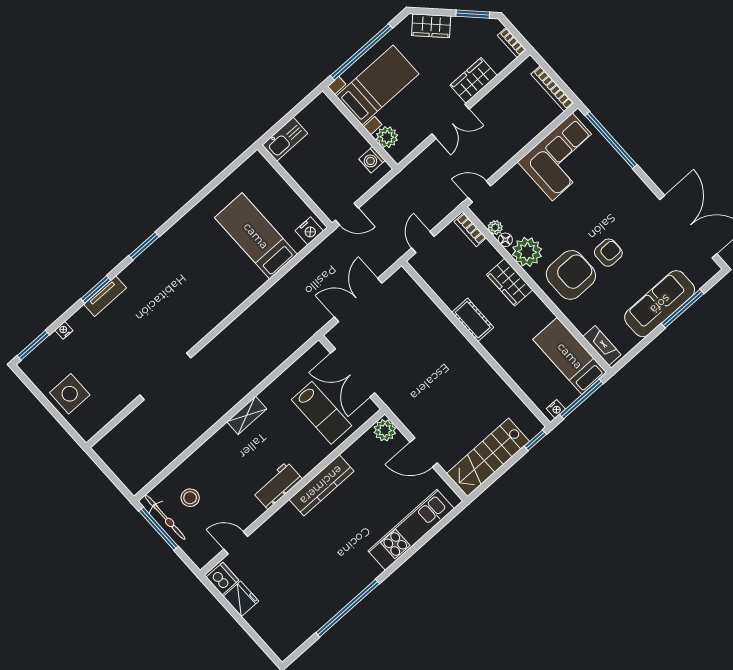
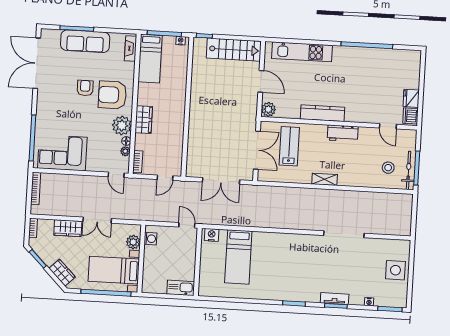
double door: (450, 121) -> (97, 220), swing flipped
armchair: (608, 253) -> (85, 88), turned 90
cot: (473, 320) -> (178, 119), removed

